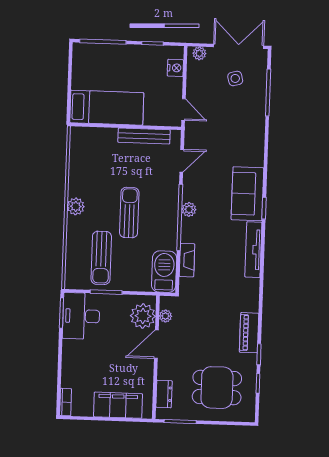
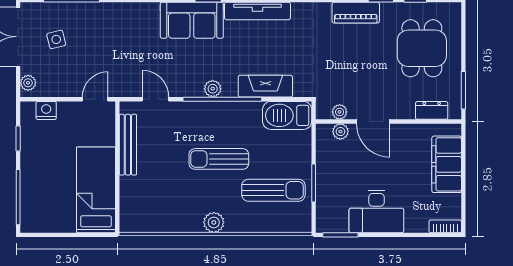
fireplace: (187, 260) -> (265, 86), width x1.37, depth x1.32
desk: (81, 316) -> (376, 211), moved
plant: (143, 316) -> (340, 132), width x0.53, depth x0.53

